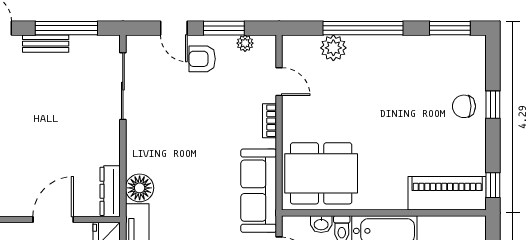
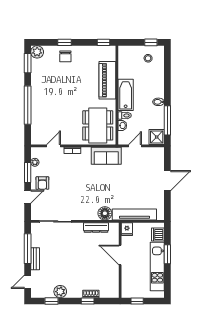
plant: (333, 48) -> (37, 52), moved
dresser: (110, 191) -> (96, 227), moved
sofa: (259, 191) -> (106, 156), width x0.73
piano: (447, 193) -> (107, 80), moved

